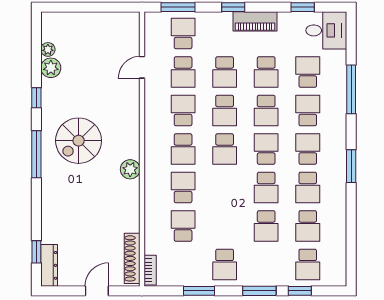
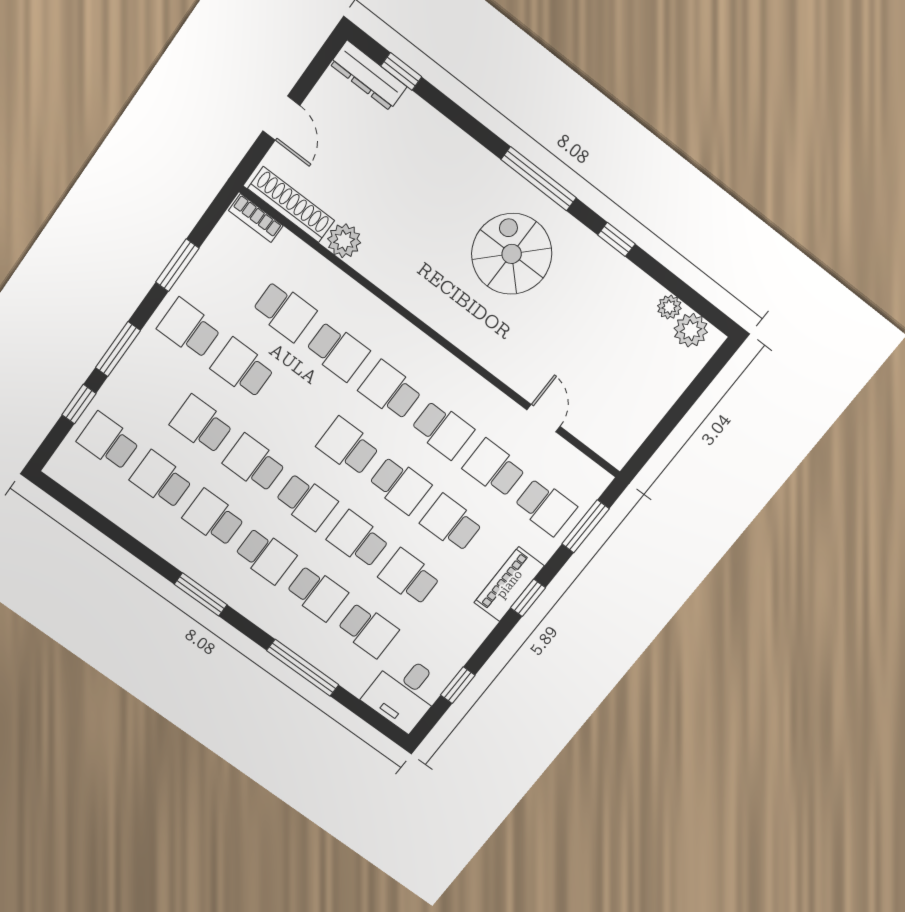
piano: (255, 21) -> (509, 584), moved
plant: (51, 68) -> (691, 330), moved
school desk: (225, 110) -> (400, 485), turned 180
plant: (130, 169) -> (344, 241), moved
school desk: (225, 226) -> (242, 368), added

